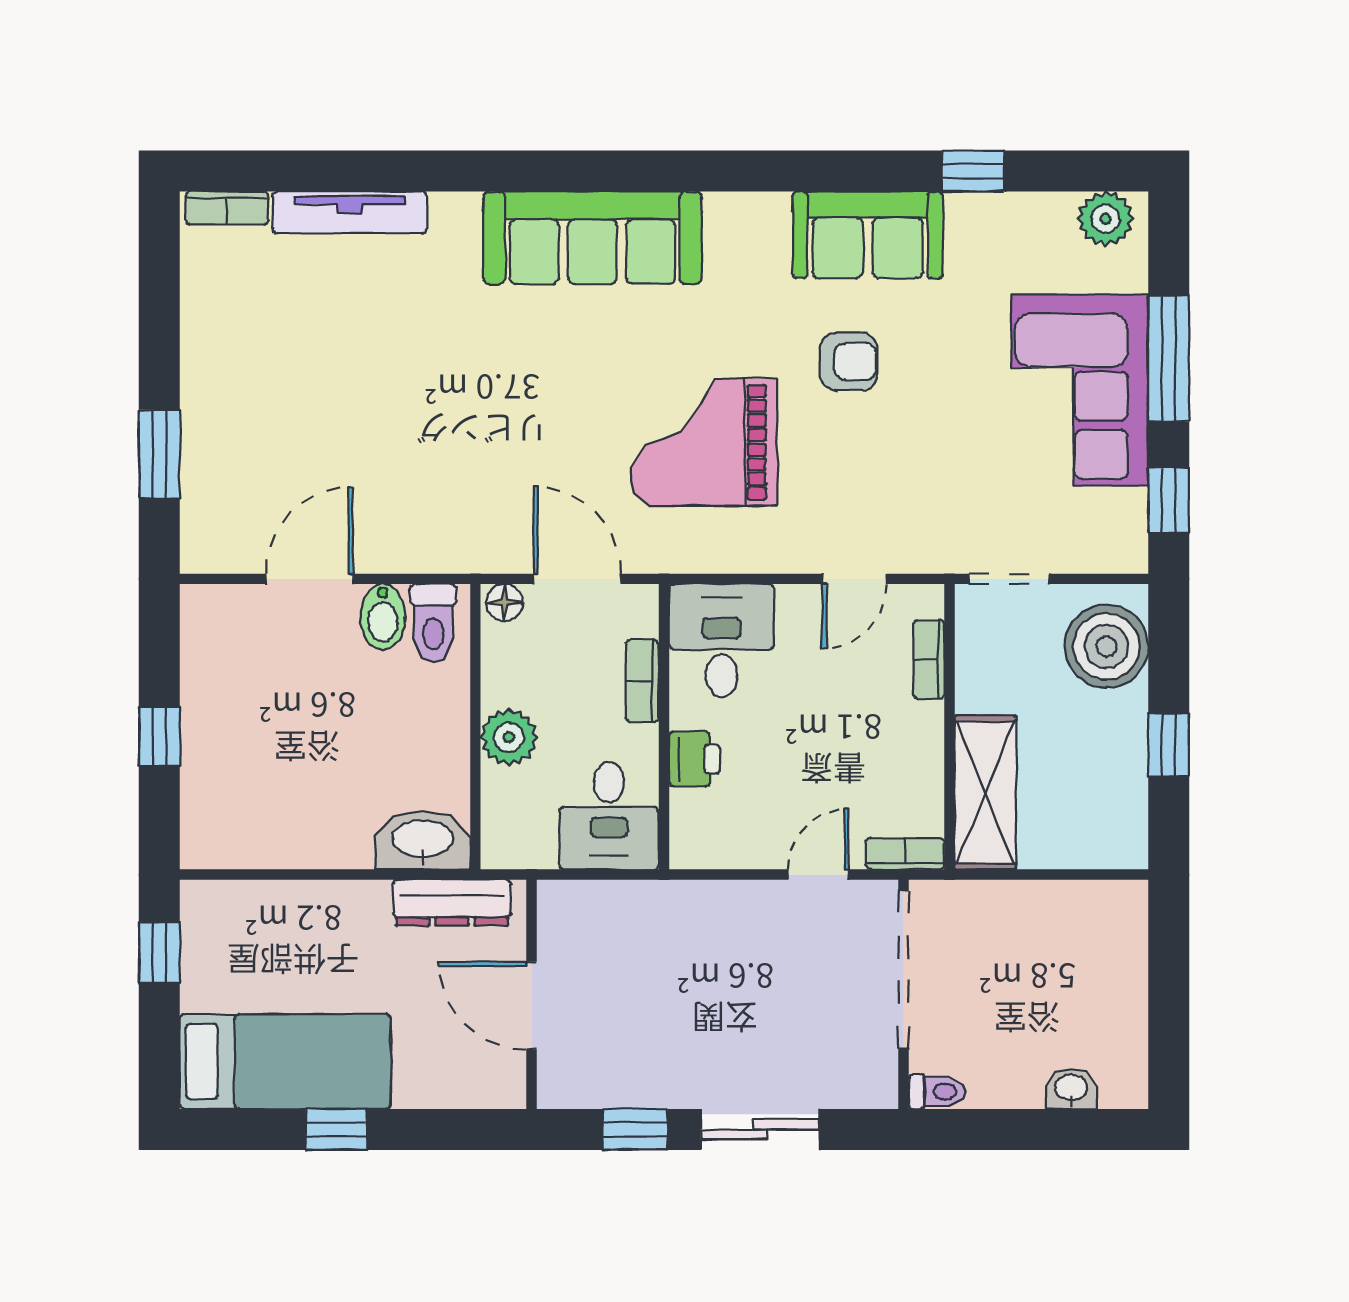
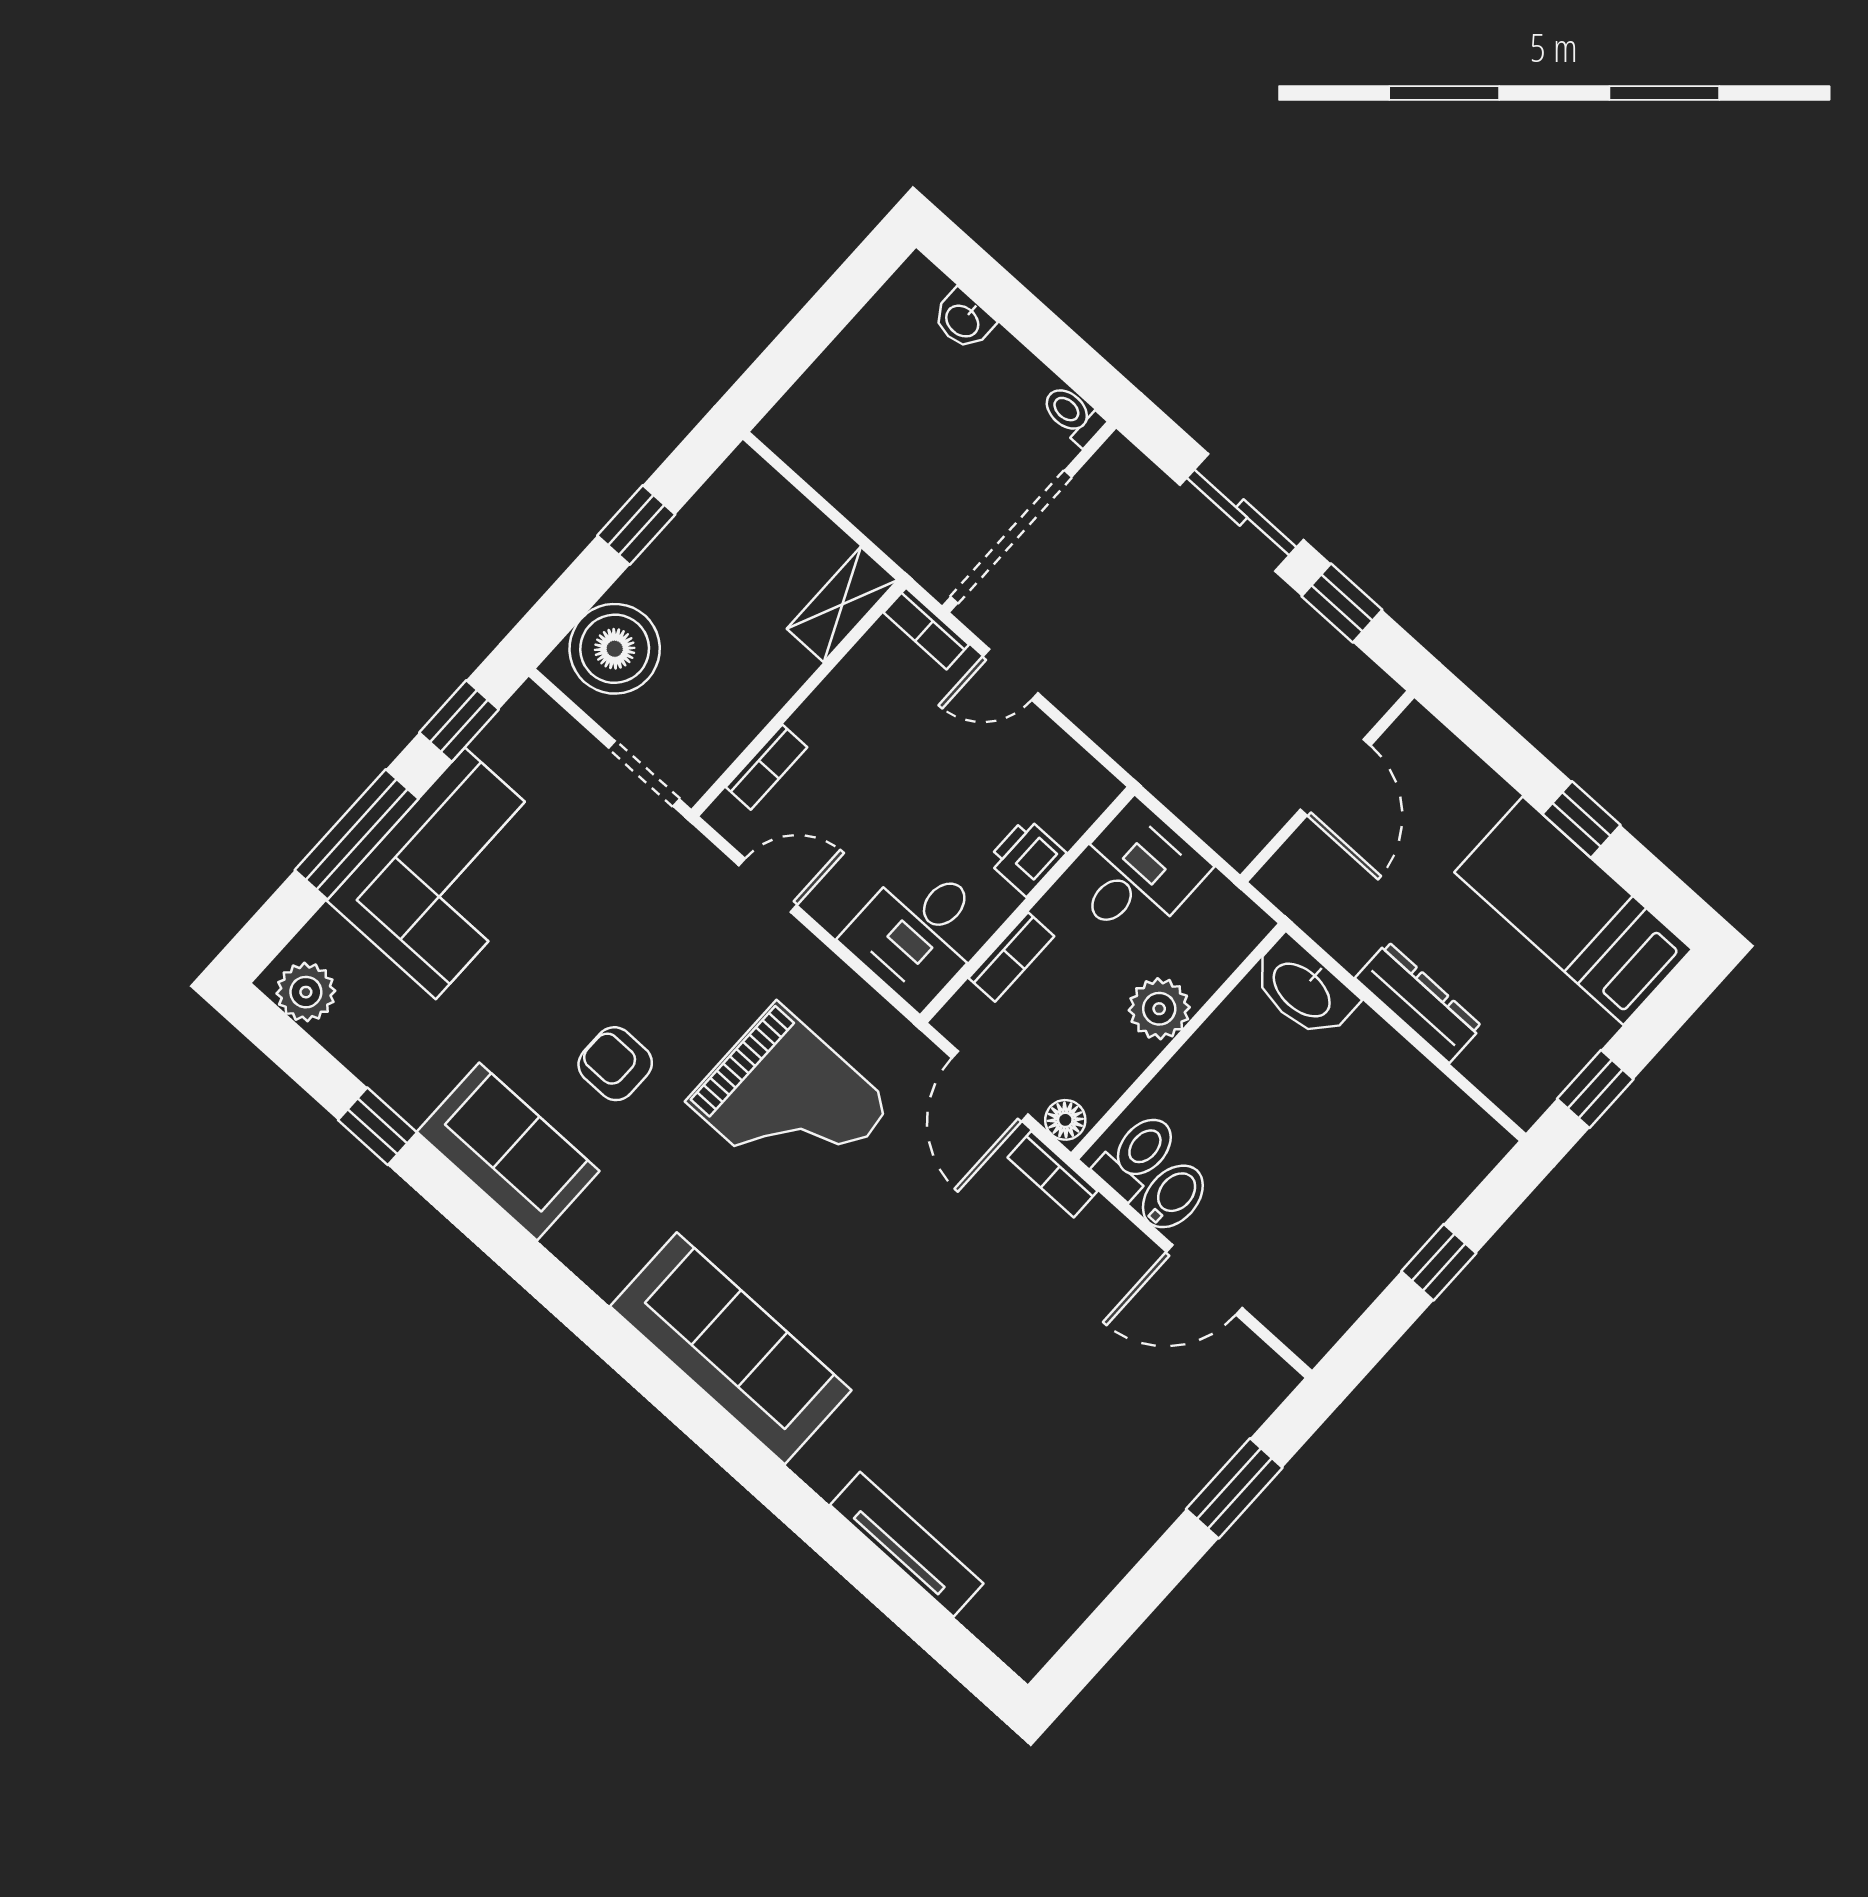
bookcase: (227, 208) -> (1053, 1174), moved, turned 180
shelving: (985, 792) -> (842, 605), width x0.67, depth x0.75
dresser: (452, 903) -> (1419, 1002), moved

